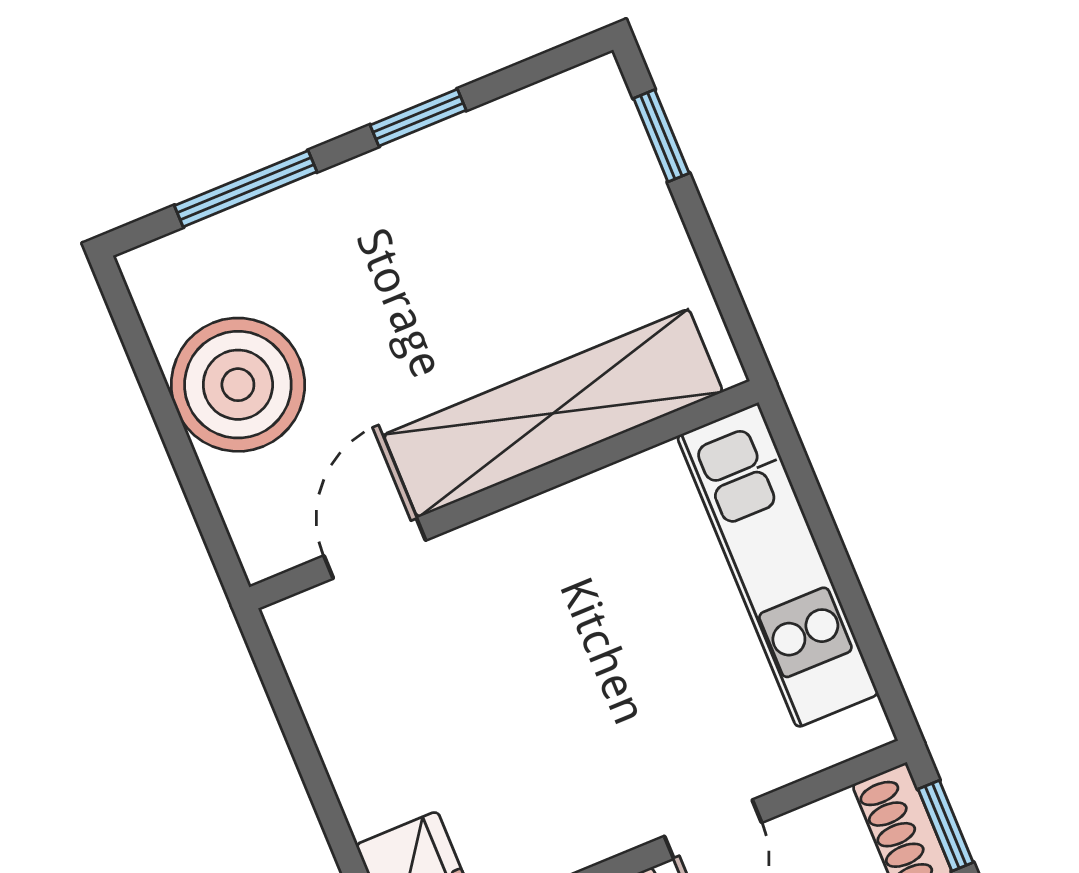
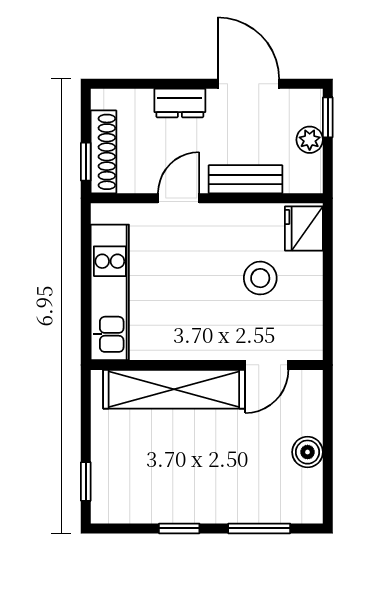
boiler: (238, 385) -> (308, 452), width x0.54, depth x0.54
stool: (466, 730) -> (260, 278), added

